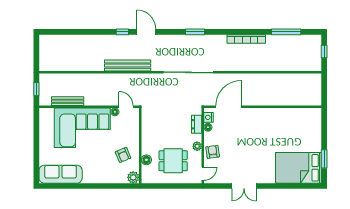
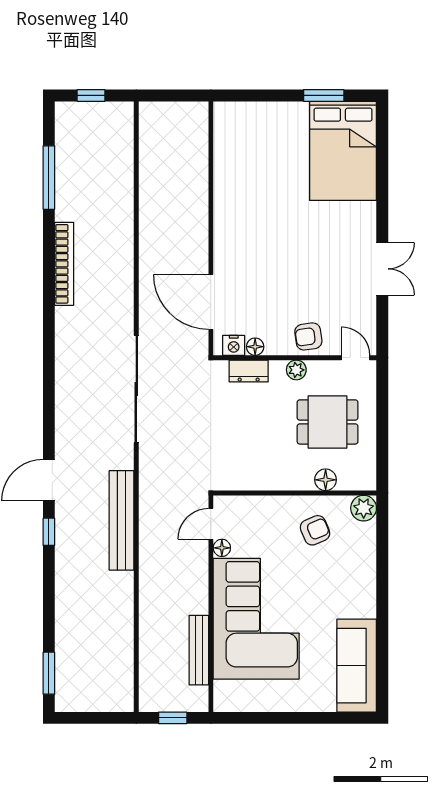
window: (195, 32) -> (49, 673), moved
dining table: (173, 161) -> (328, 422), turned 90

